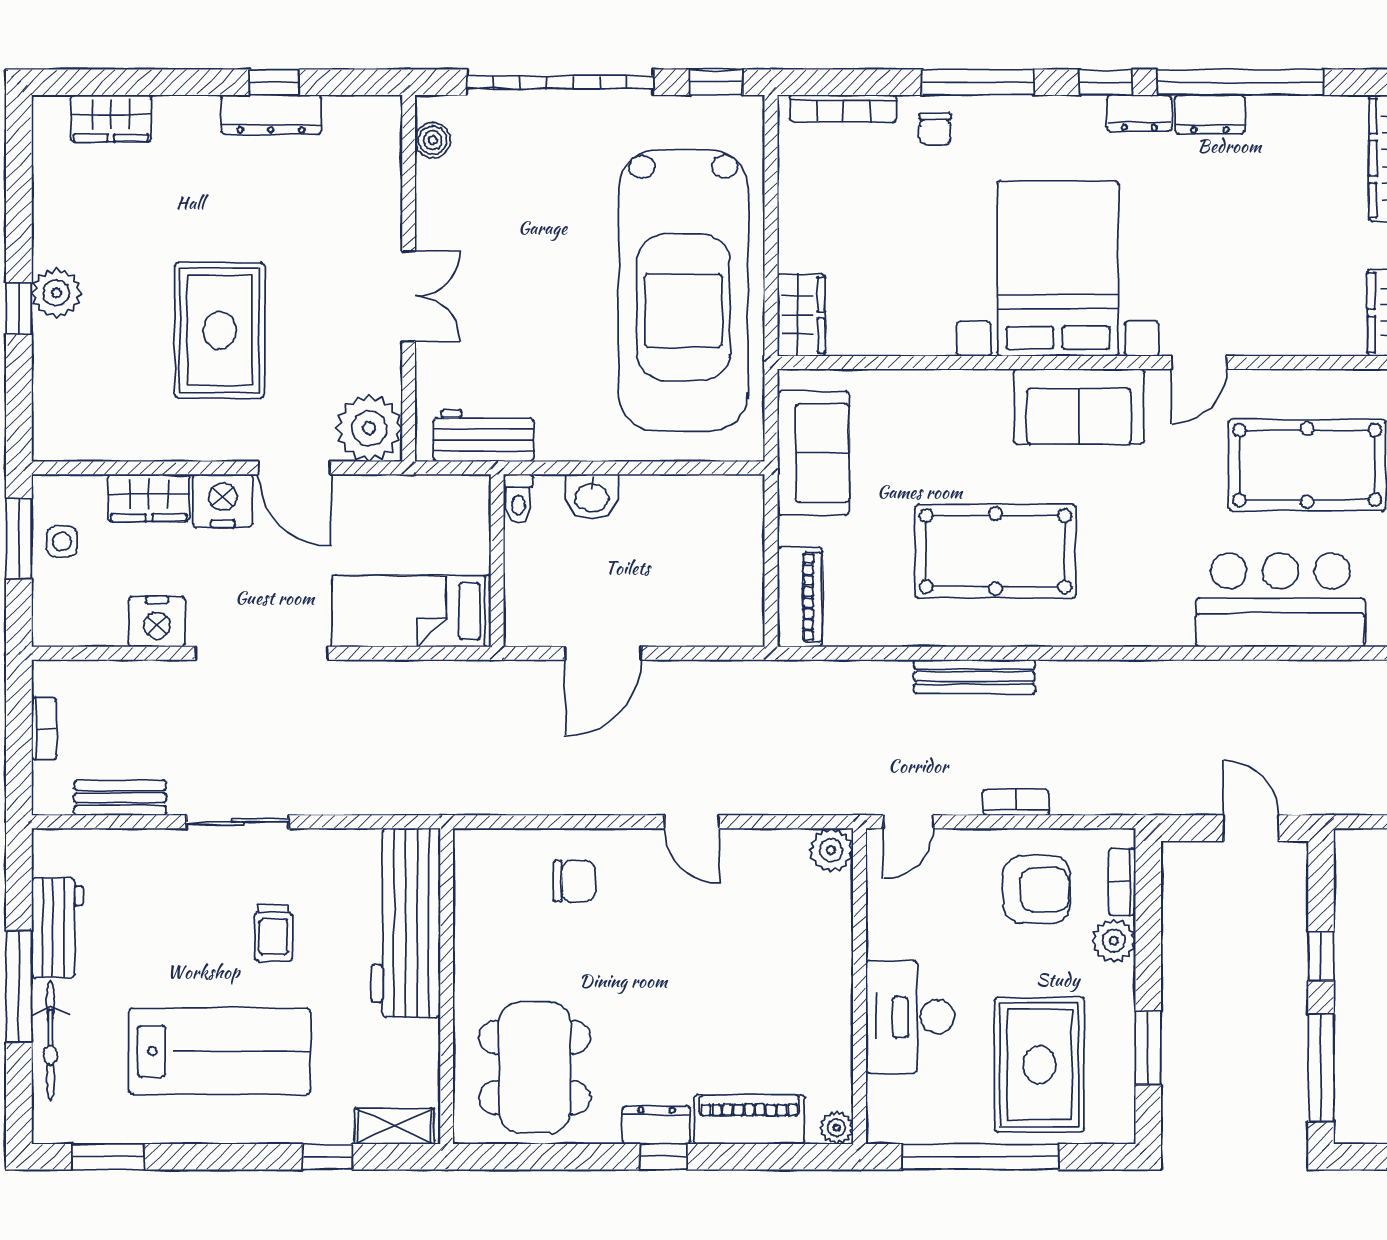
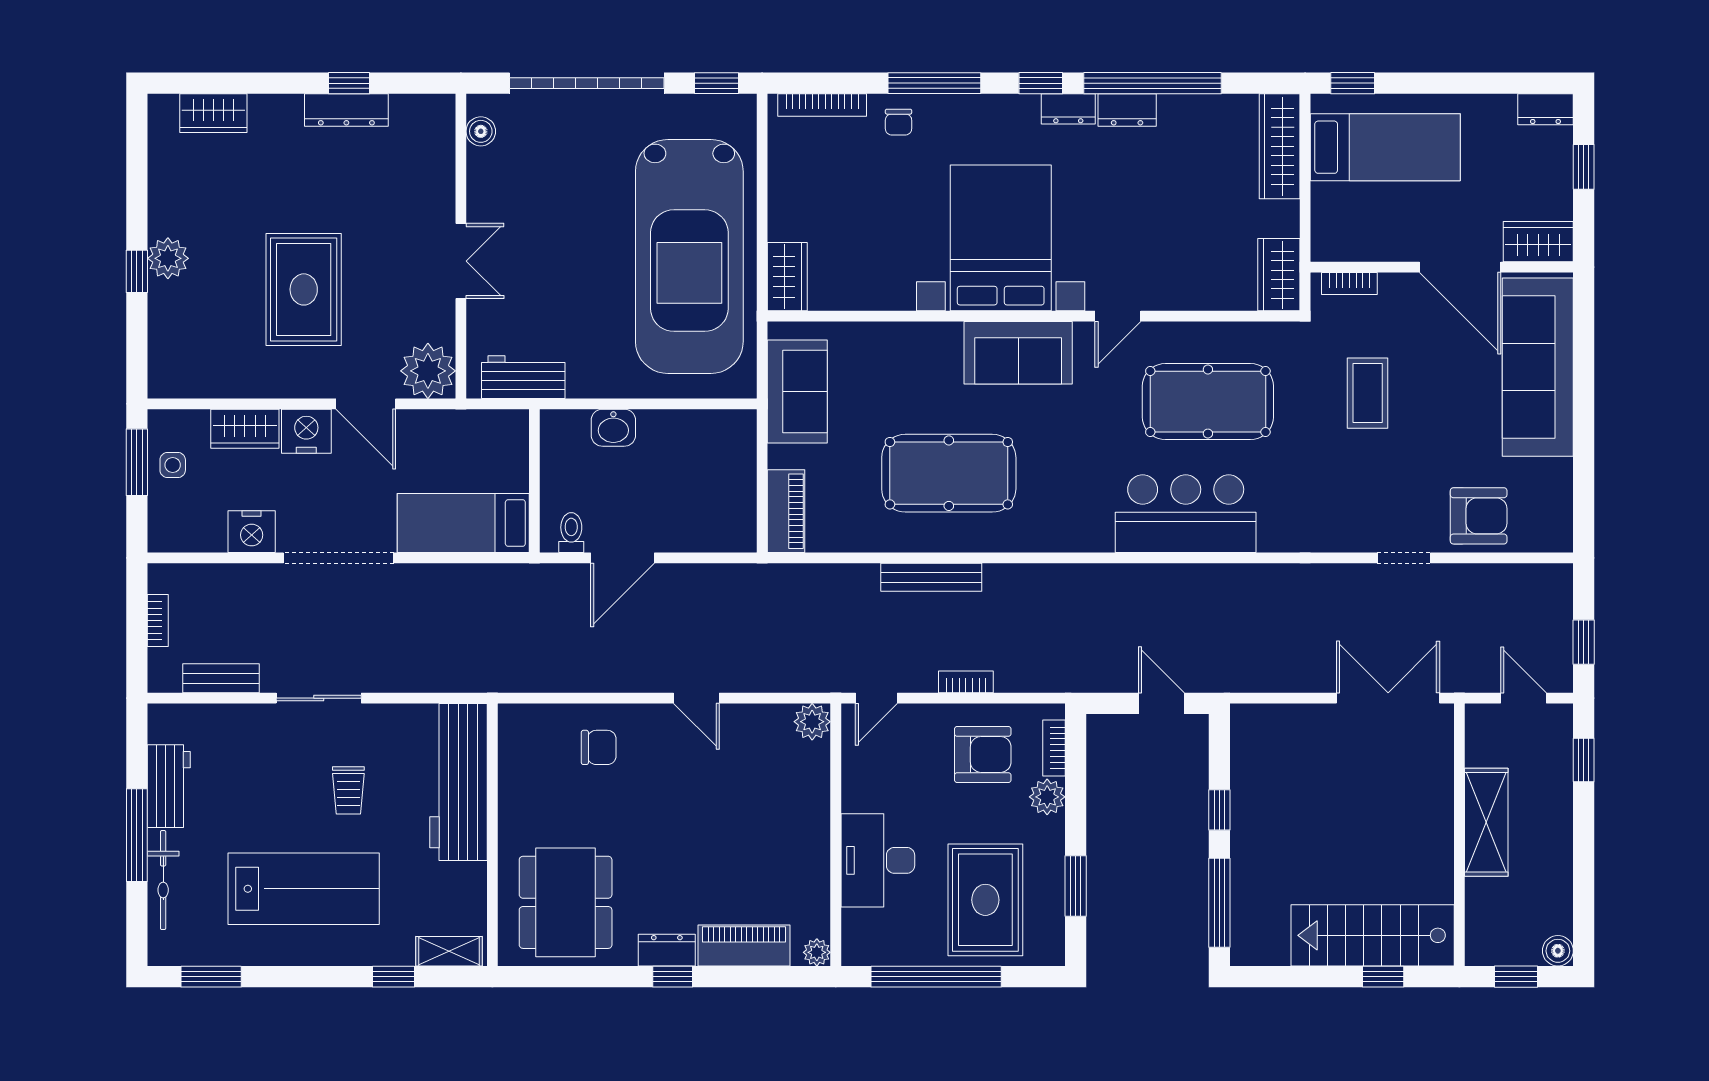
toilet: (518, 498) -> (571, 533), moved, turned 180

